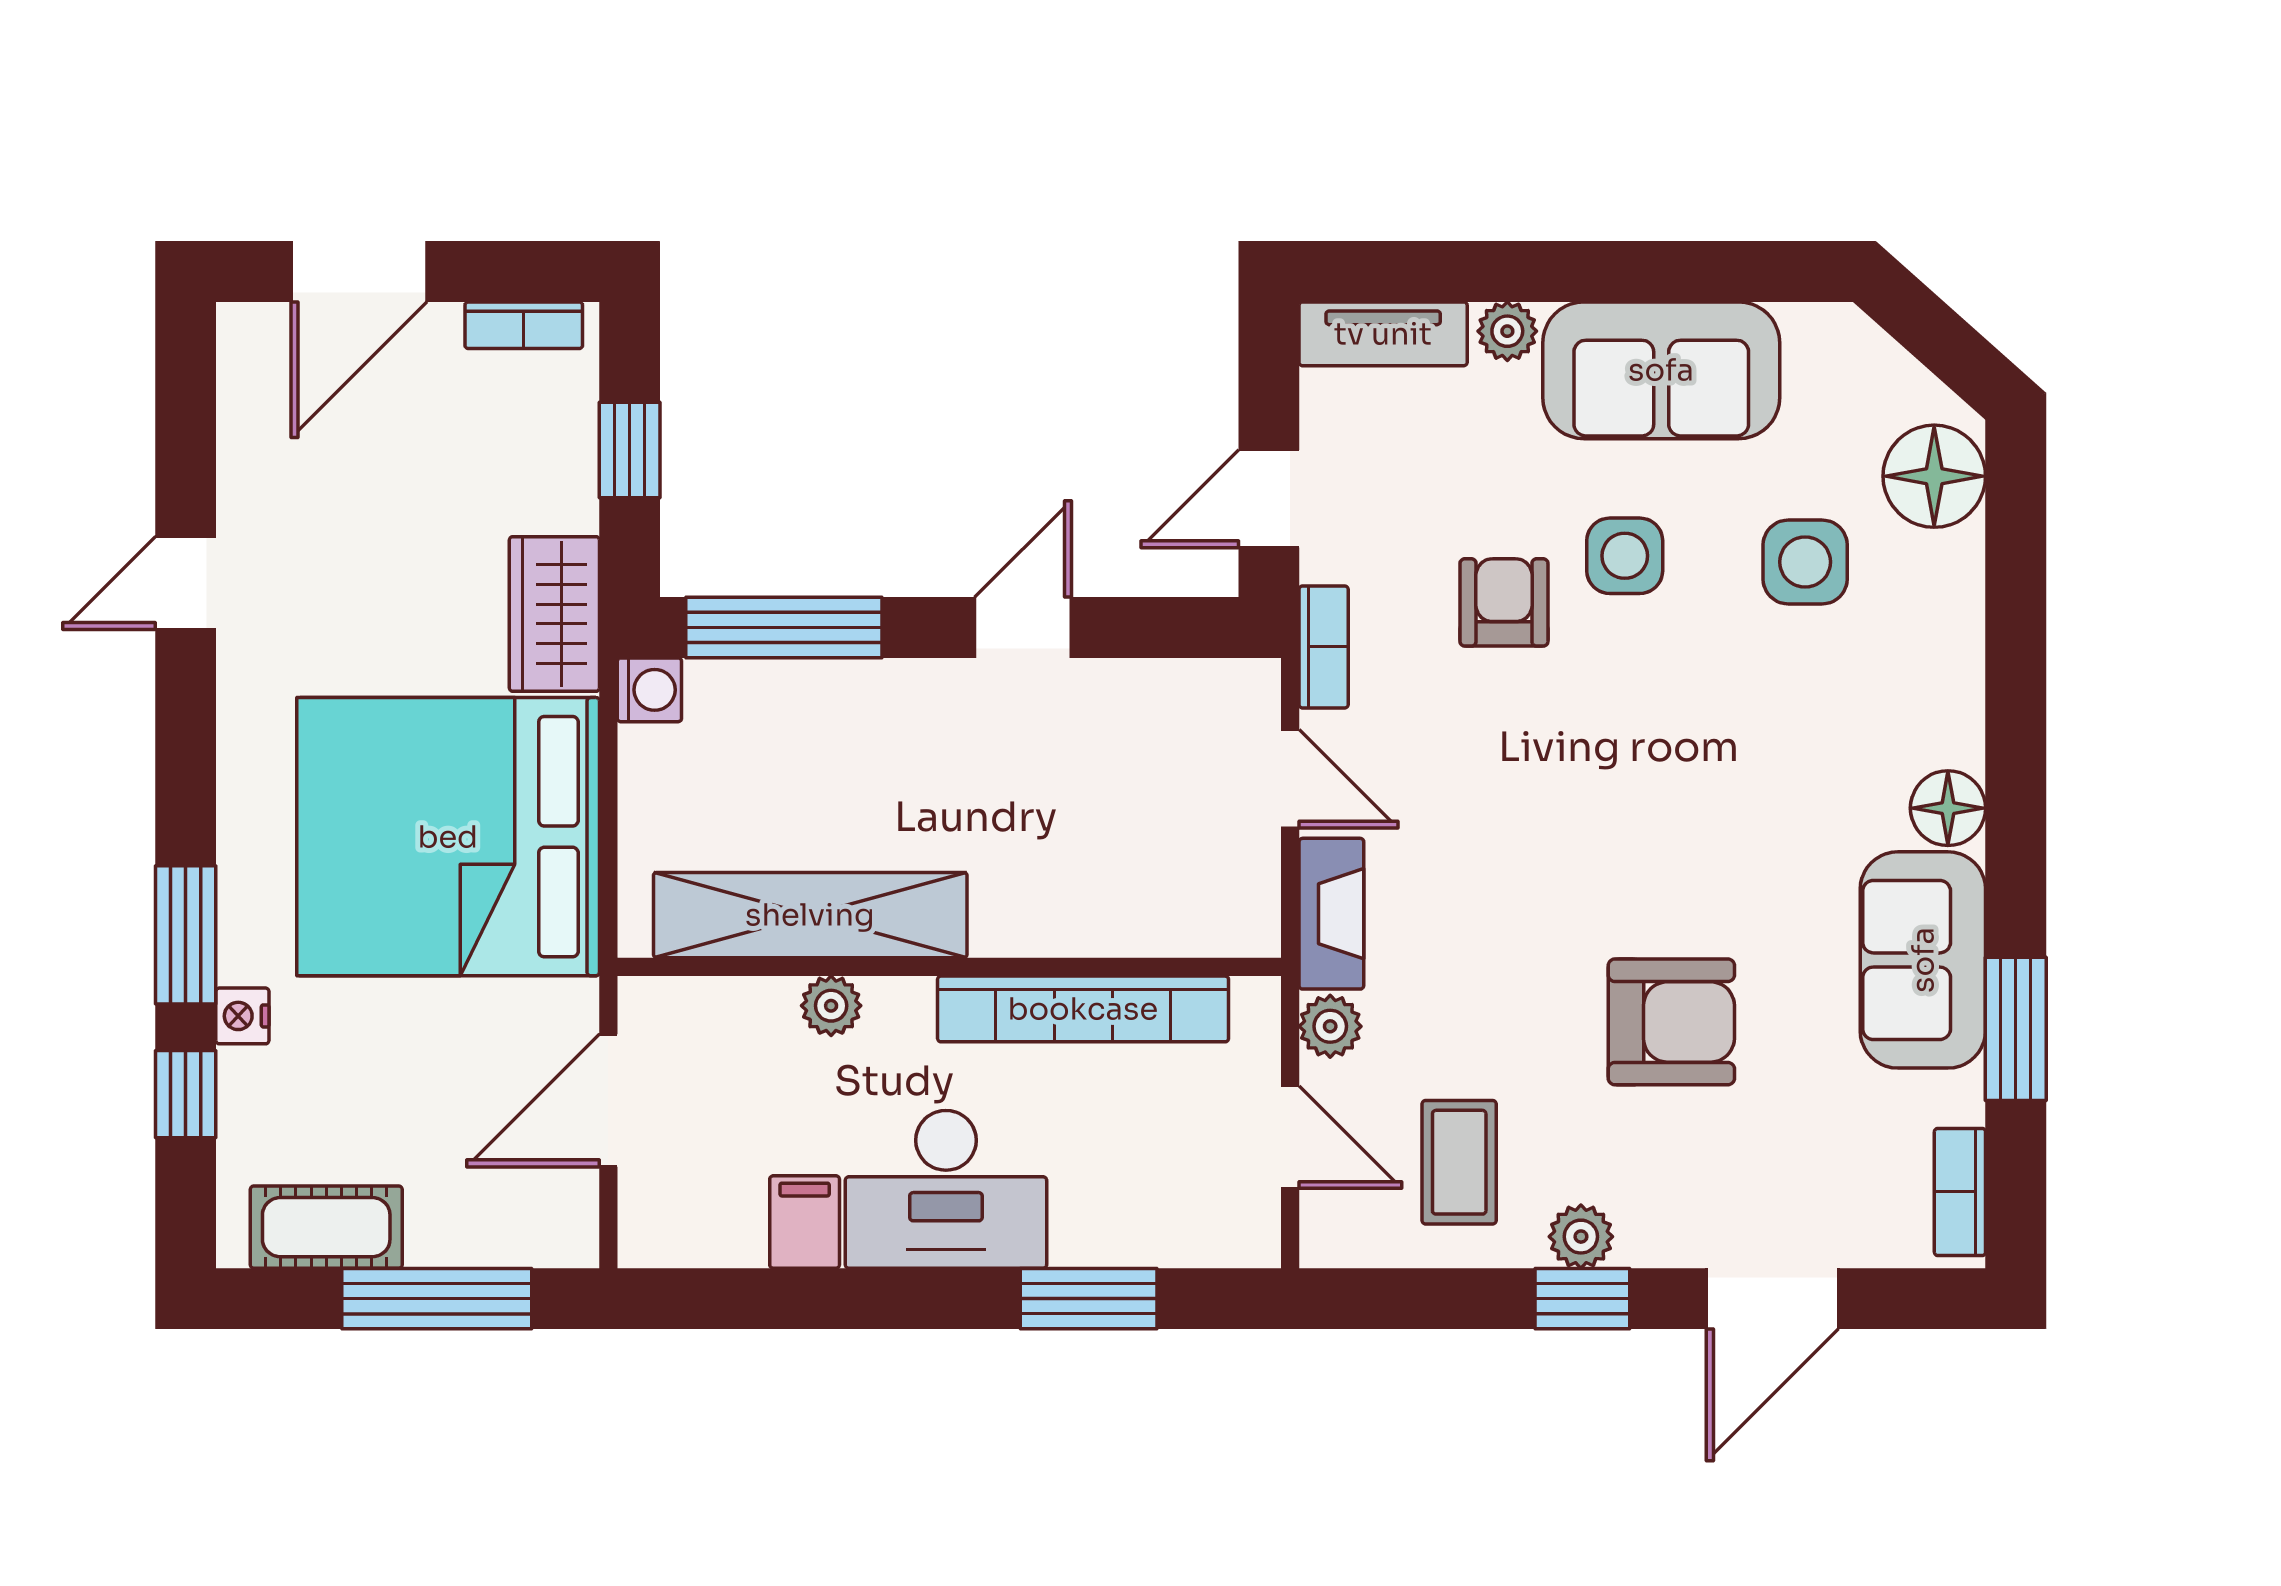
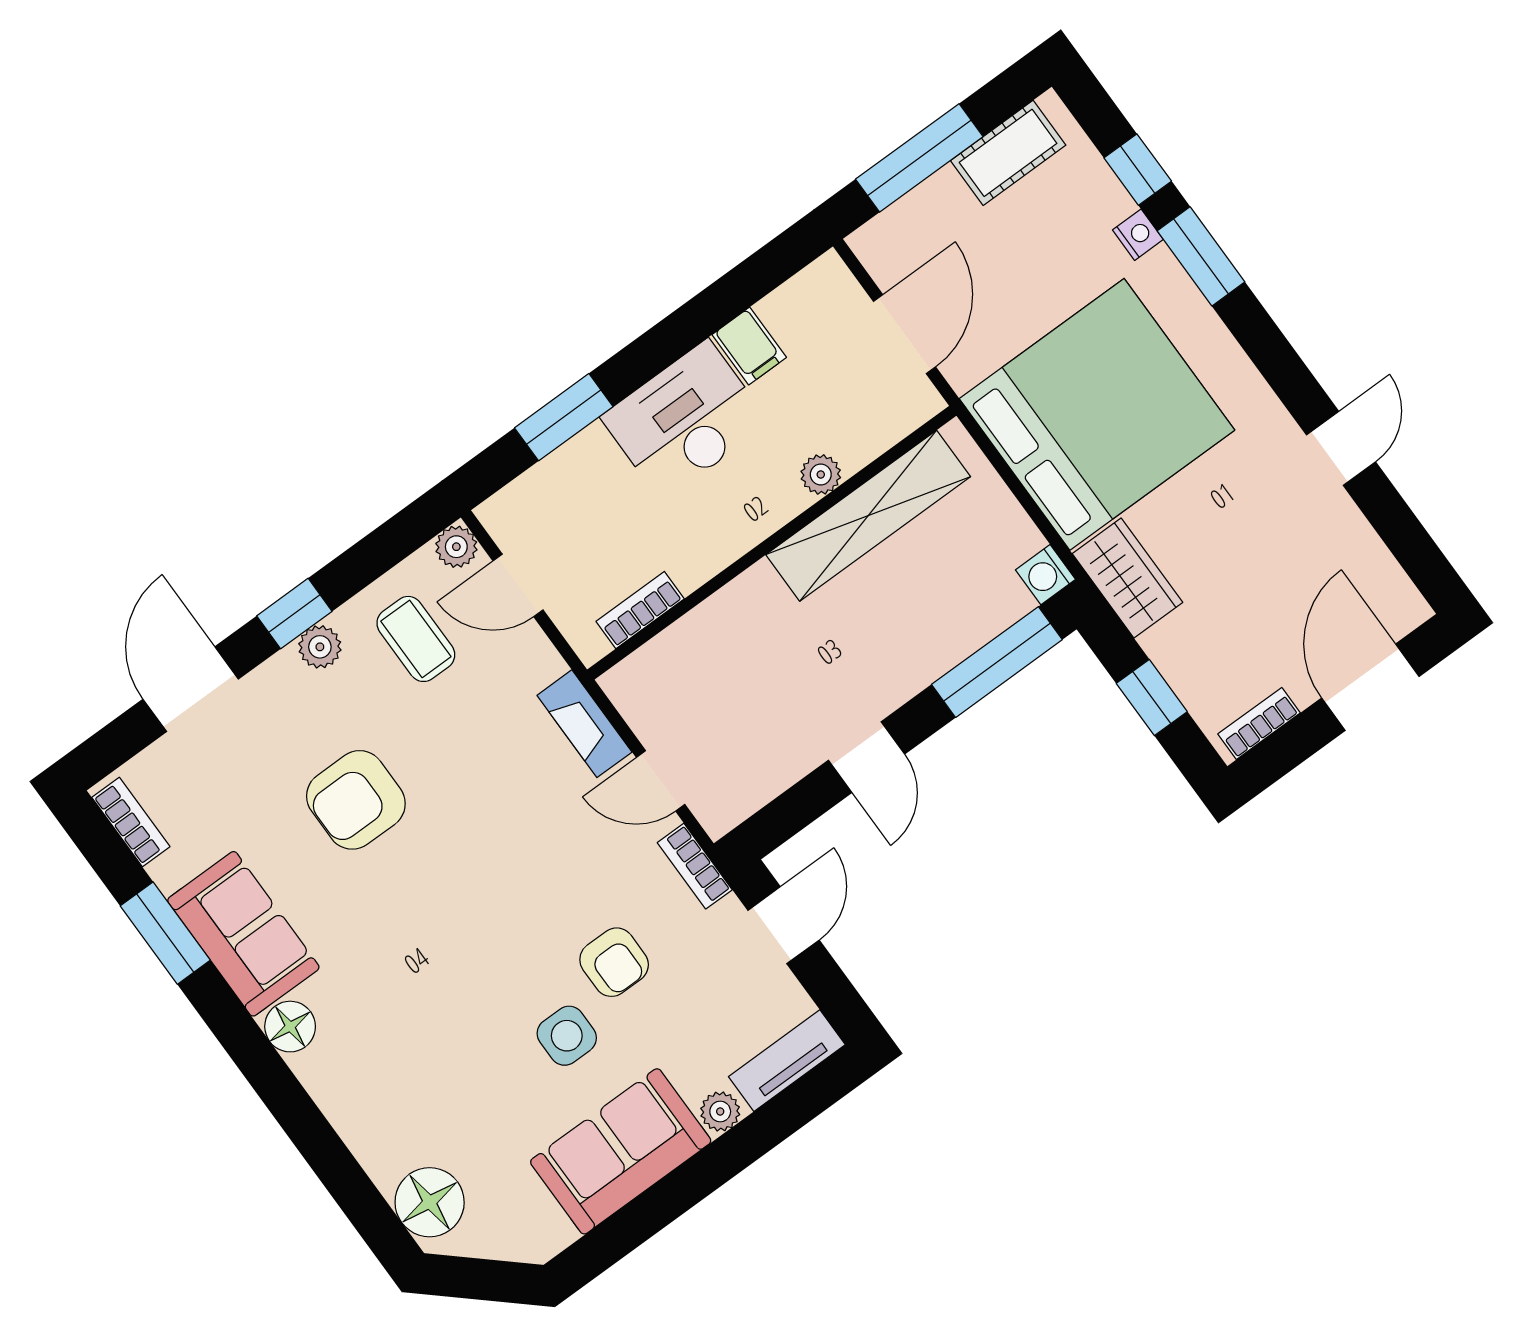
side table: (1805, 562) -> (466, 1104), removed
bookcase: (1083, 1009) -> (640, 610), width x0.43, depth x0.76
plant: (1330, 1026) -> (456, 547), moved

